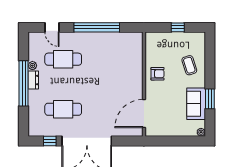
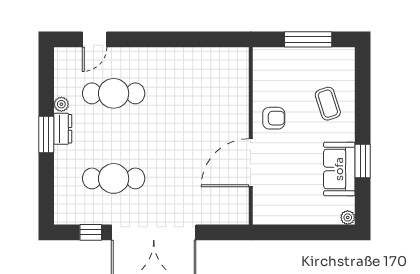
door: (52, 27) -> (95, 39), hinge flipped
window: (97, 27) -> (171, 39), removed
window: (178, 27) -> (308, 39), width x2.17
window: (24, 83) -> (46, 135), width x0.47
door: (144, 114) -> (251, 163), moved

